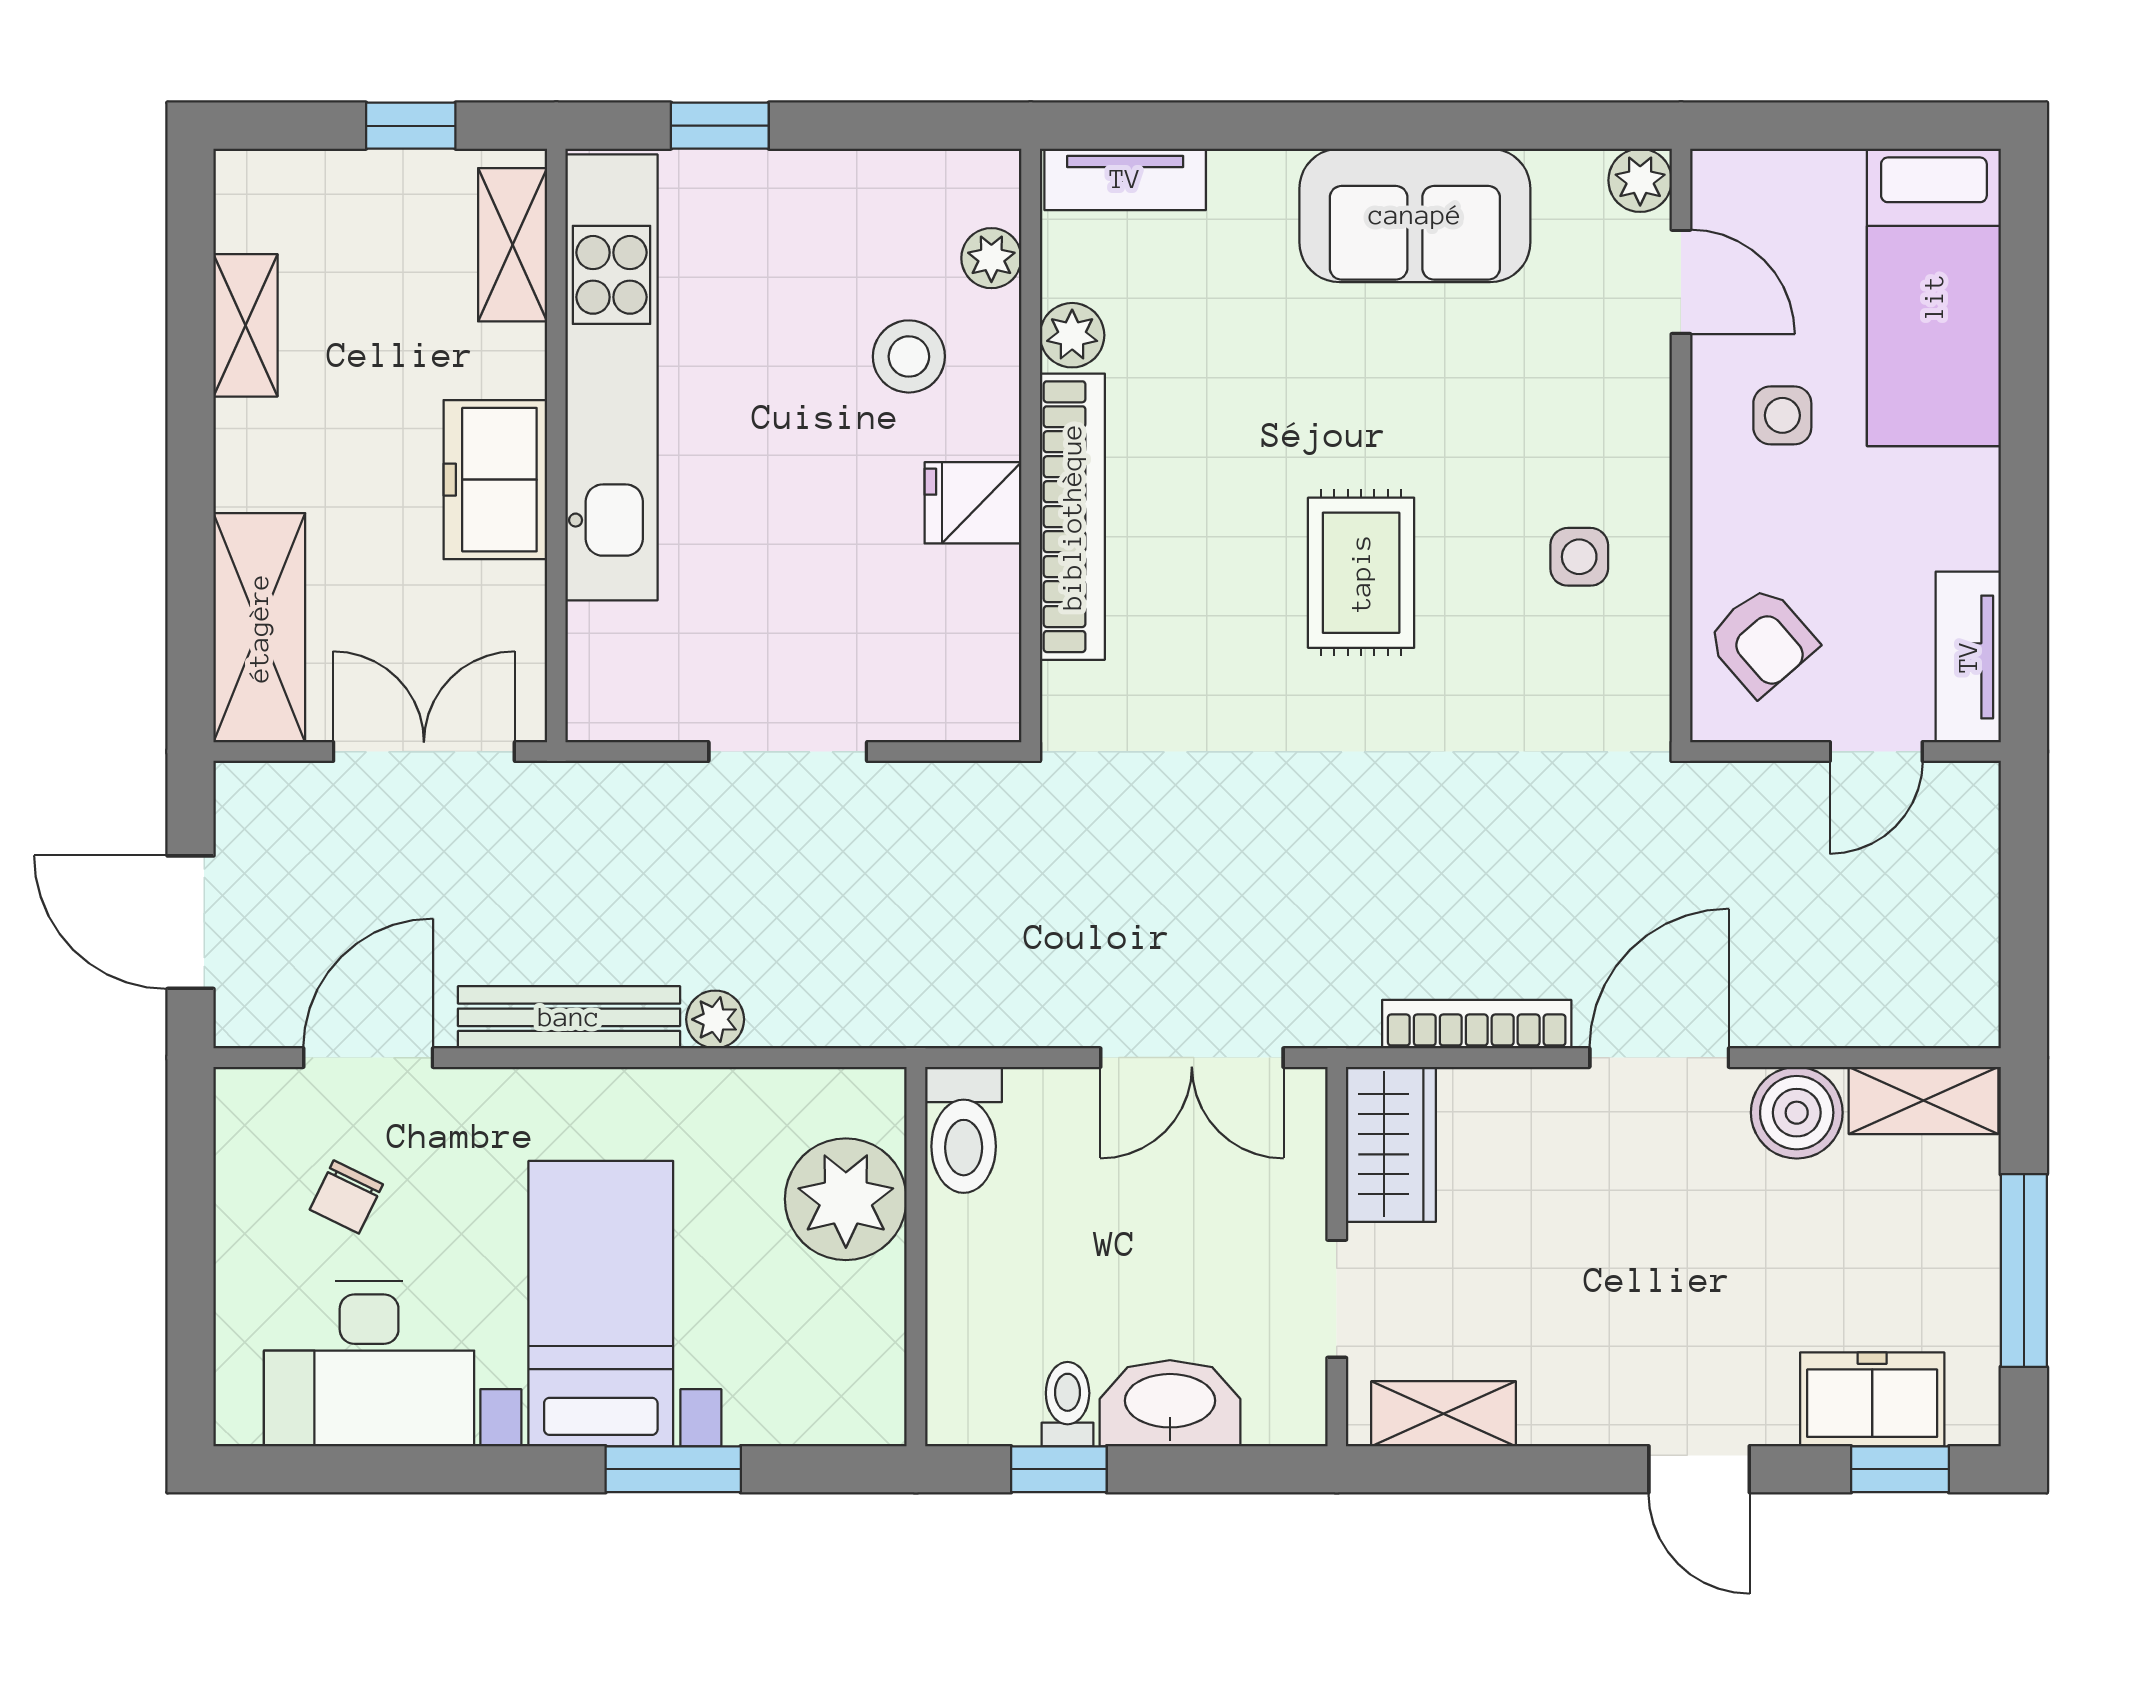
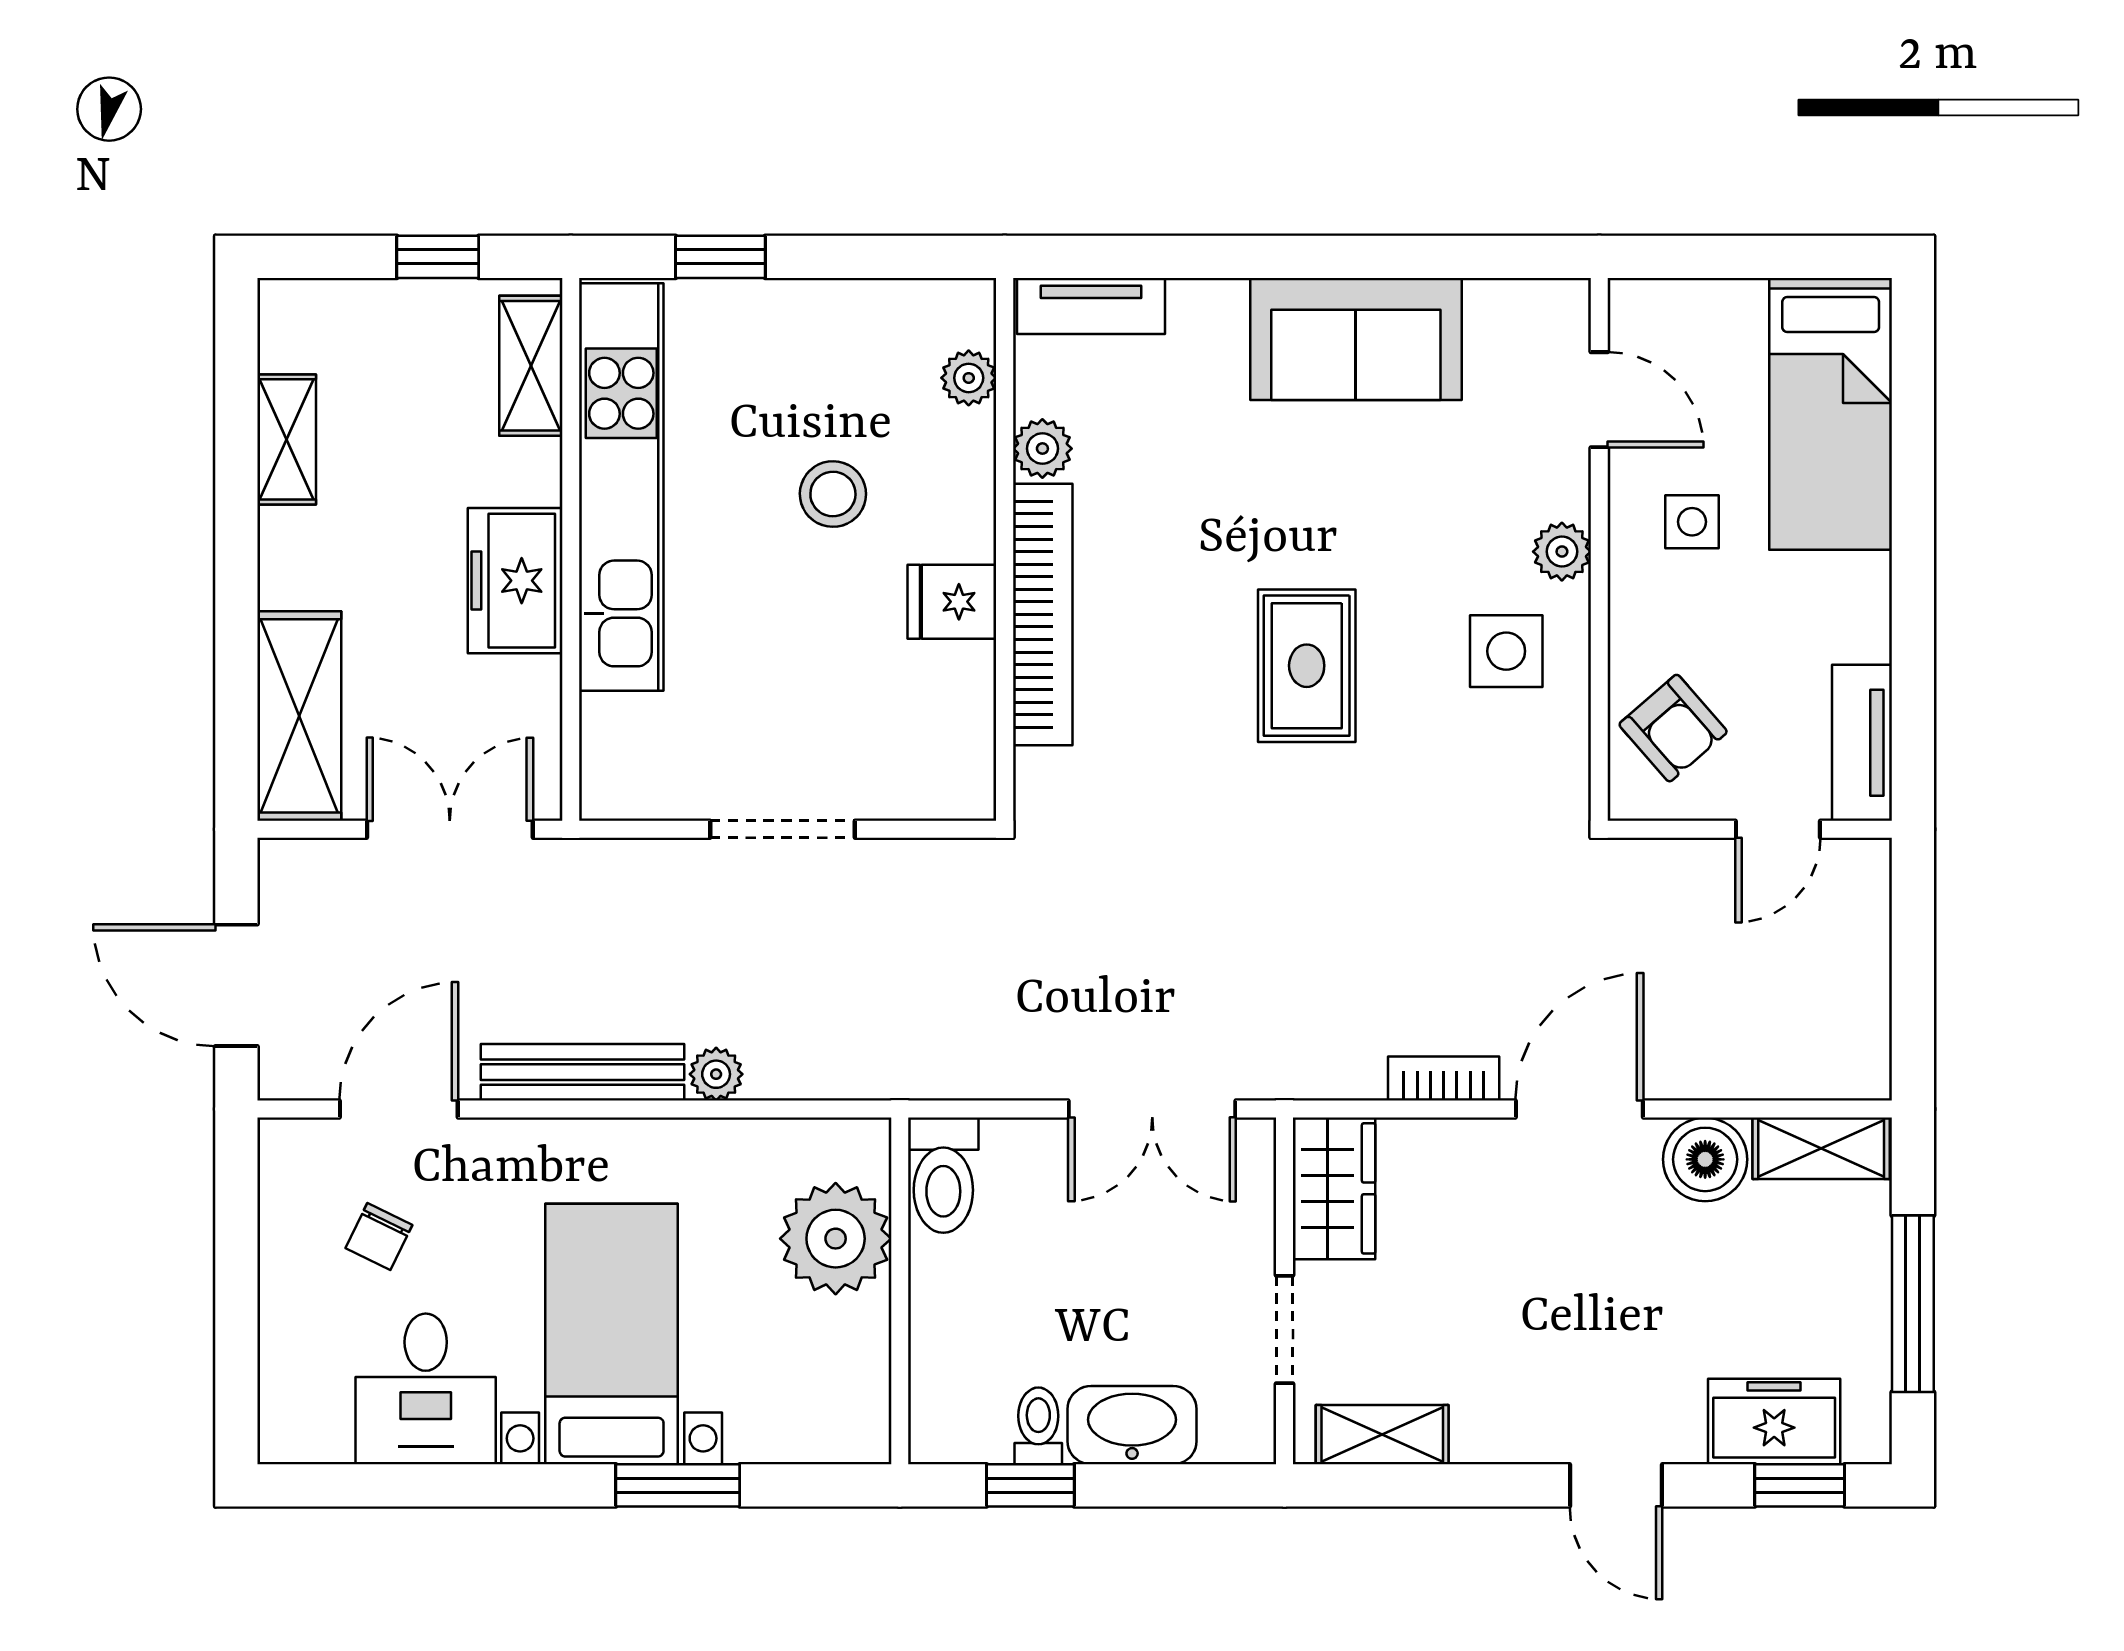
plant: (1640, 180) -> (1562, 552), moved
stool: (909, 356) -> (833, 494), moved
side table: (1579, 557) -> (1506, 651), width x1.37, depth x1.37
bookcase: (1477, 1024) -> (1444, 1078), width x0.64
desk: (369, 1364) -> (426, 1389), width x0.73

